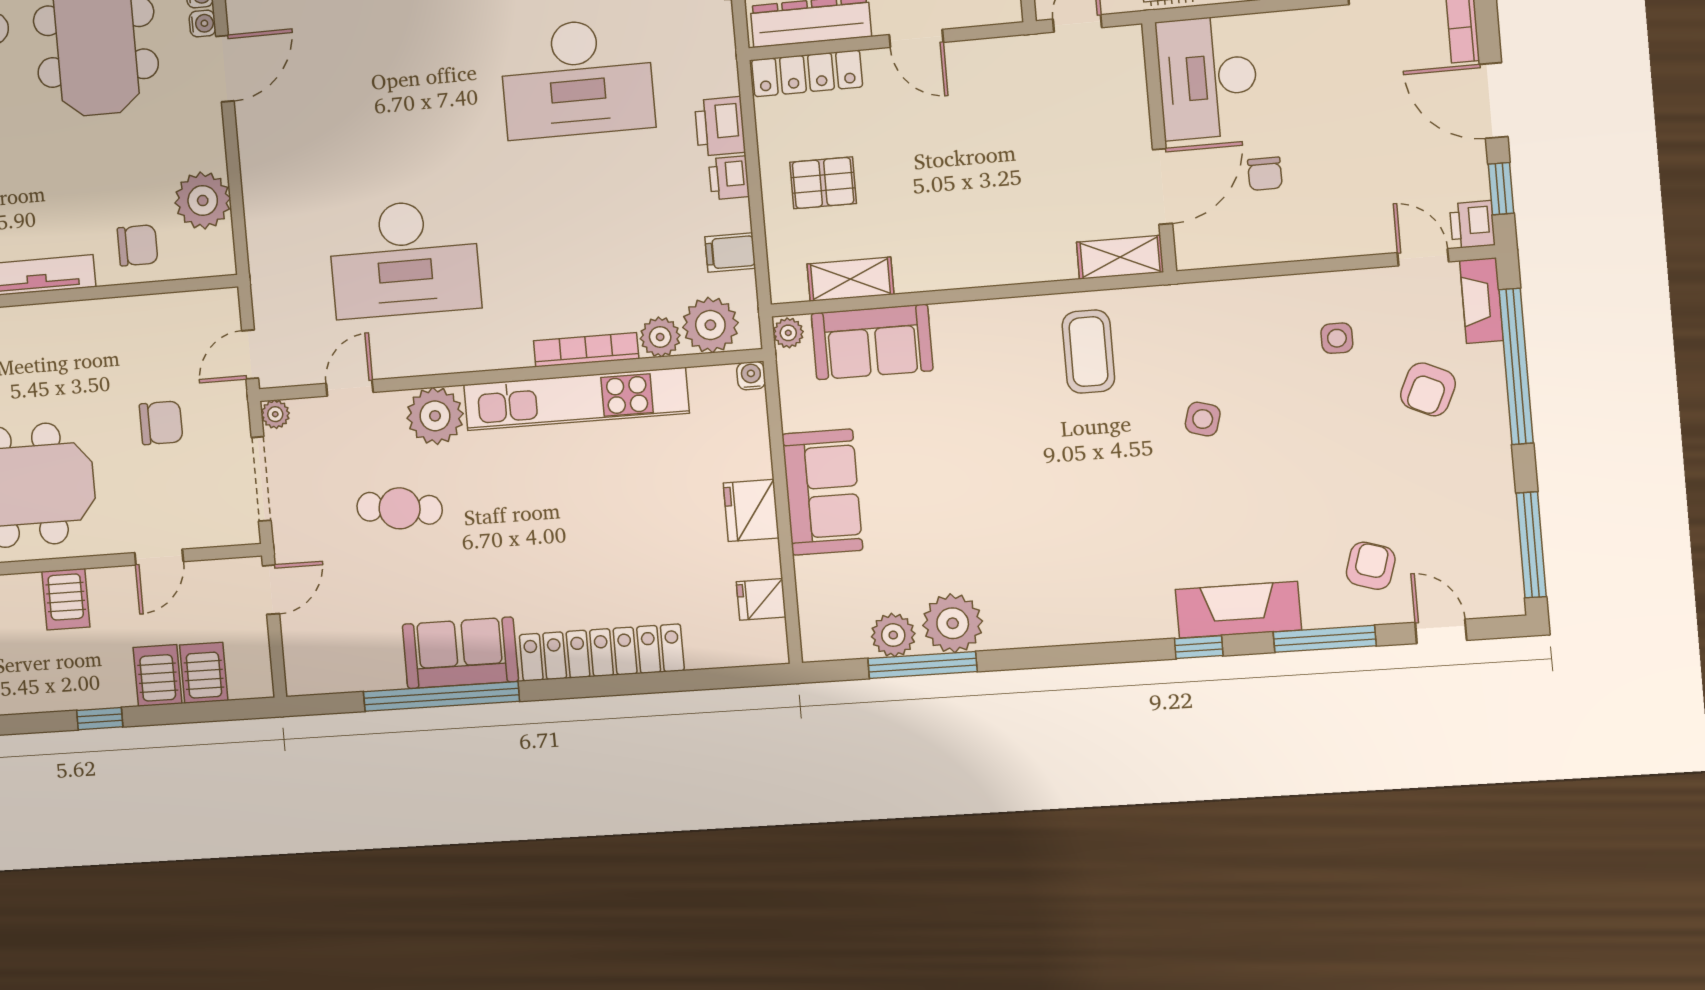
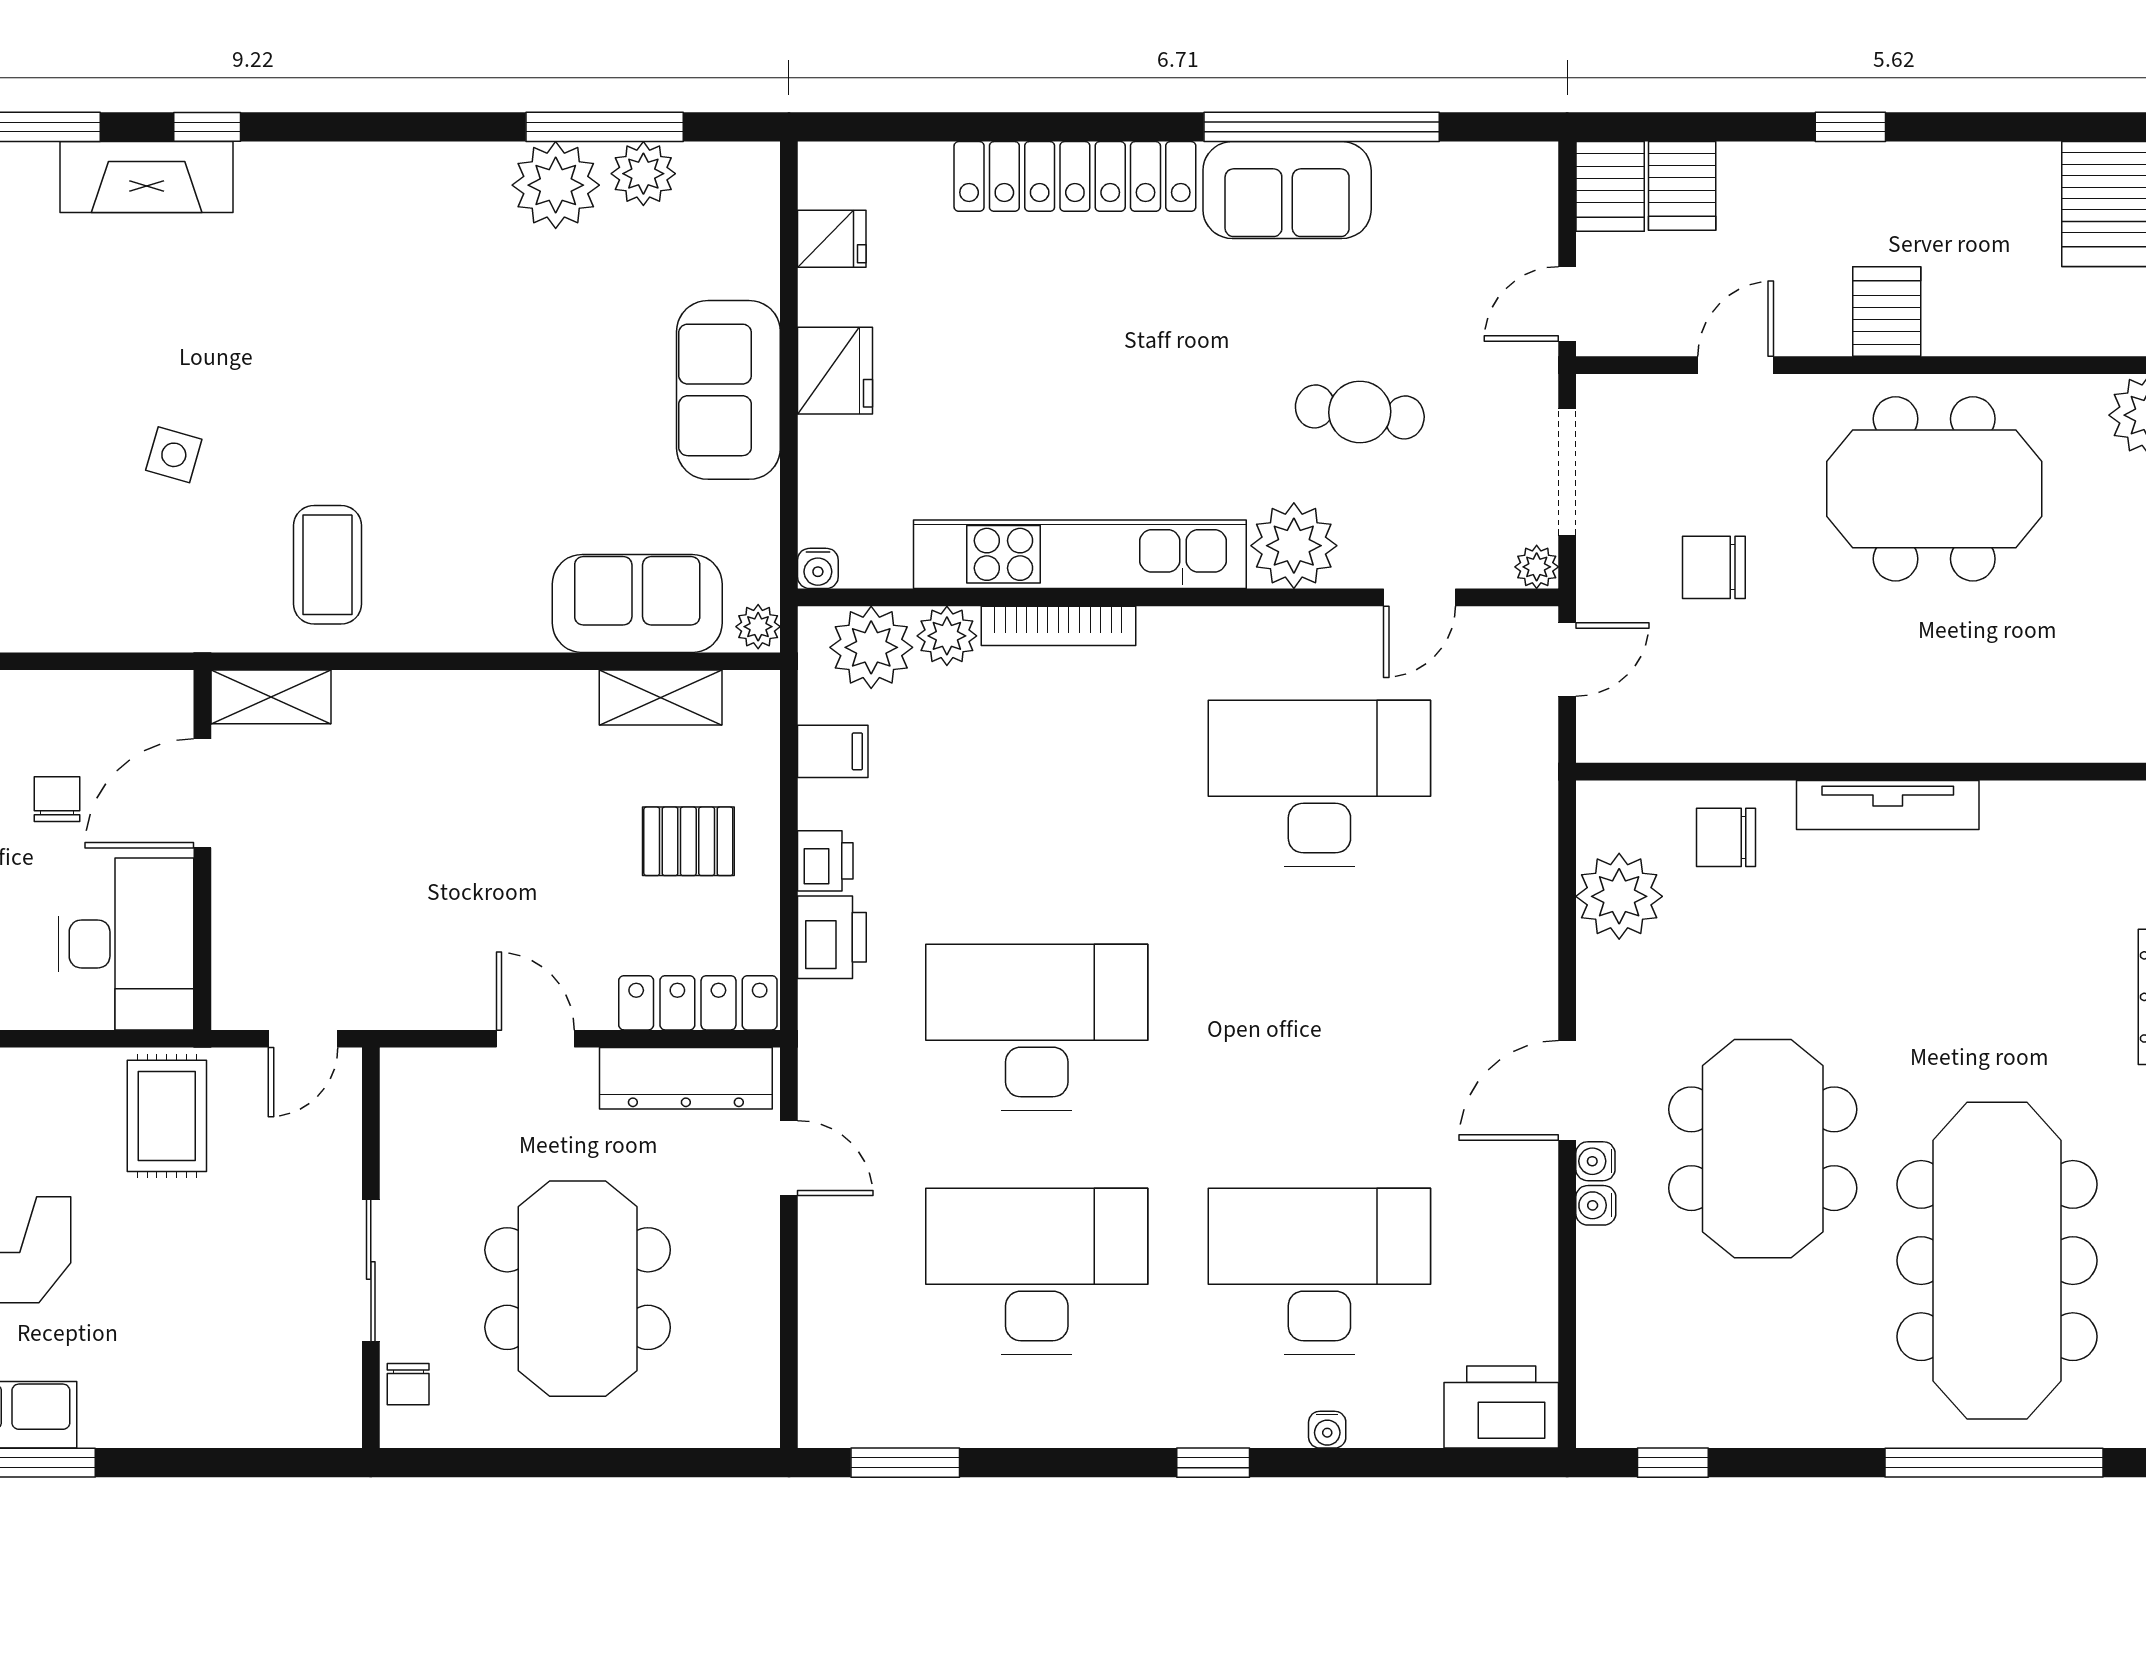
server rack: (158, 676) -> (1610, 186), moved

